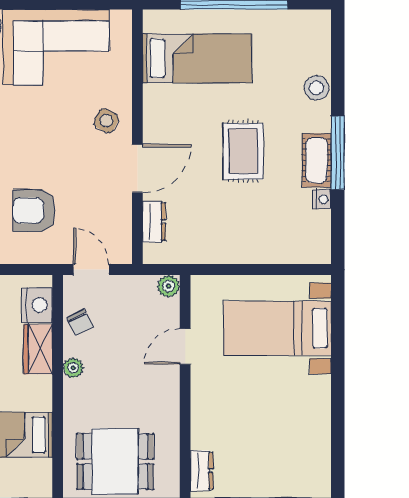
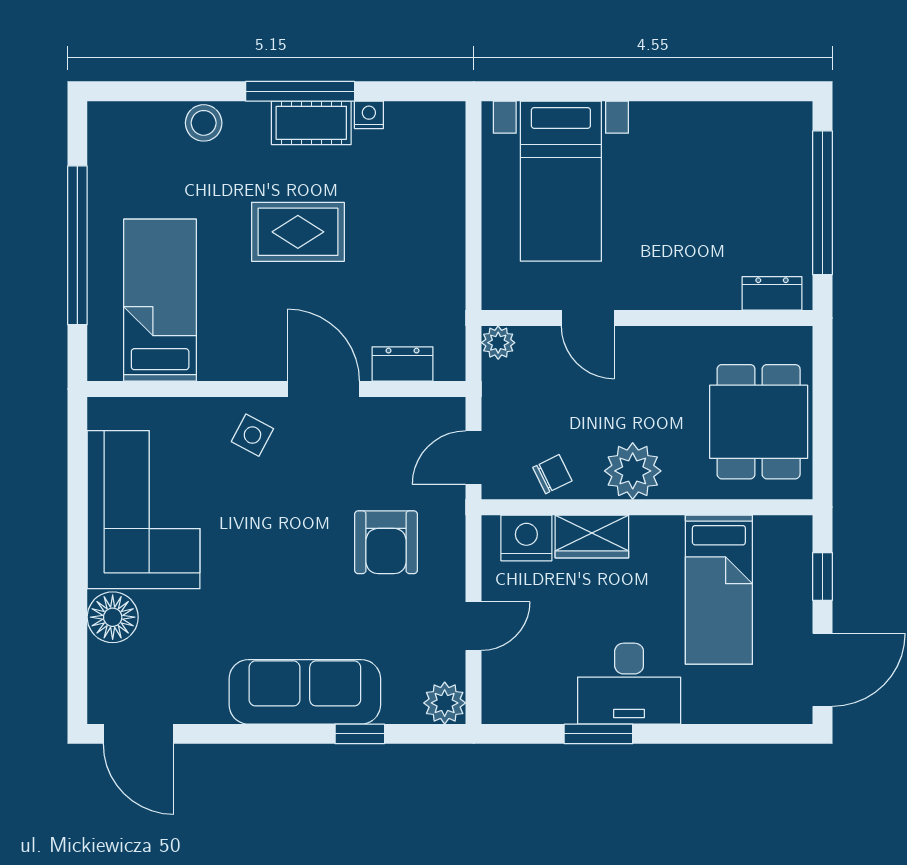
plant: (73, 368) -> (633, 471), width x1.87, depth x1.87

